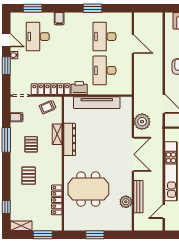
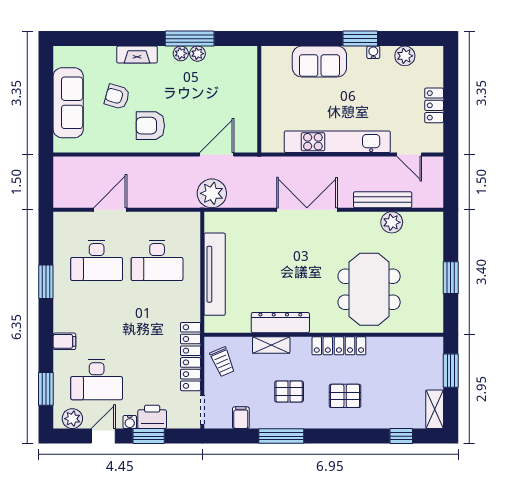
plant: (16, 23) -> (72, 419), added
printer: (79, 88) -> (152, 417), moved, turned 90
plant: (142, 122) -> (212, 193), moved
locker: (57, 200) -> (339, 346), moved

